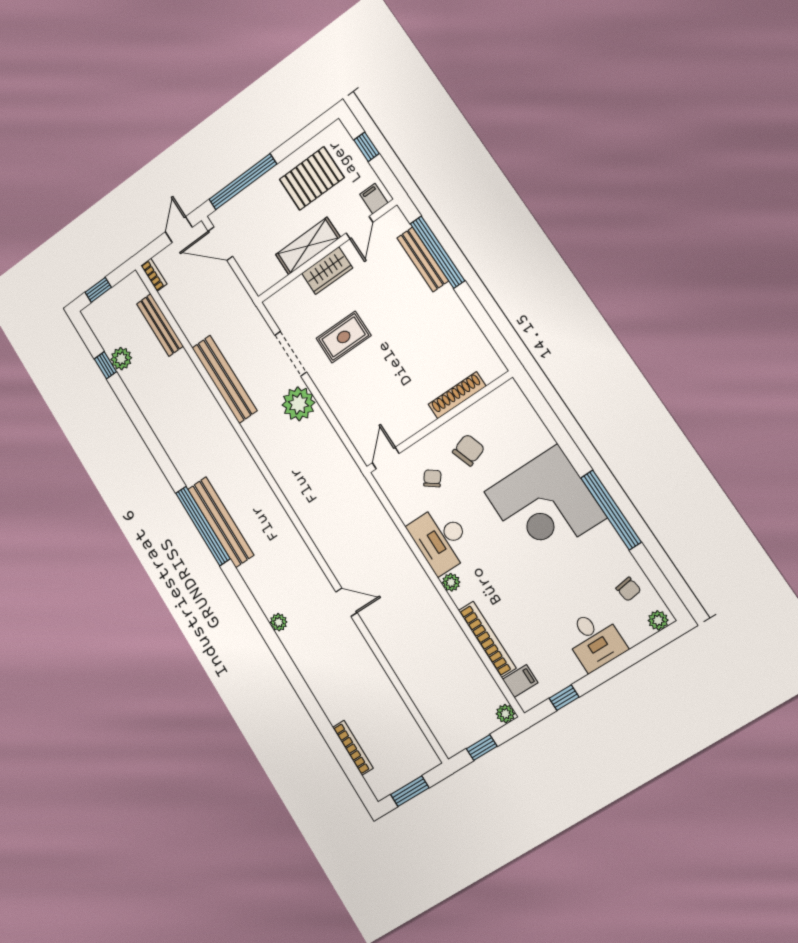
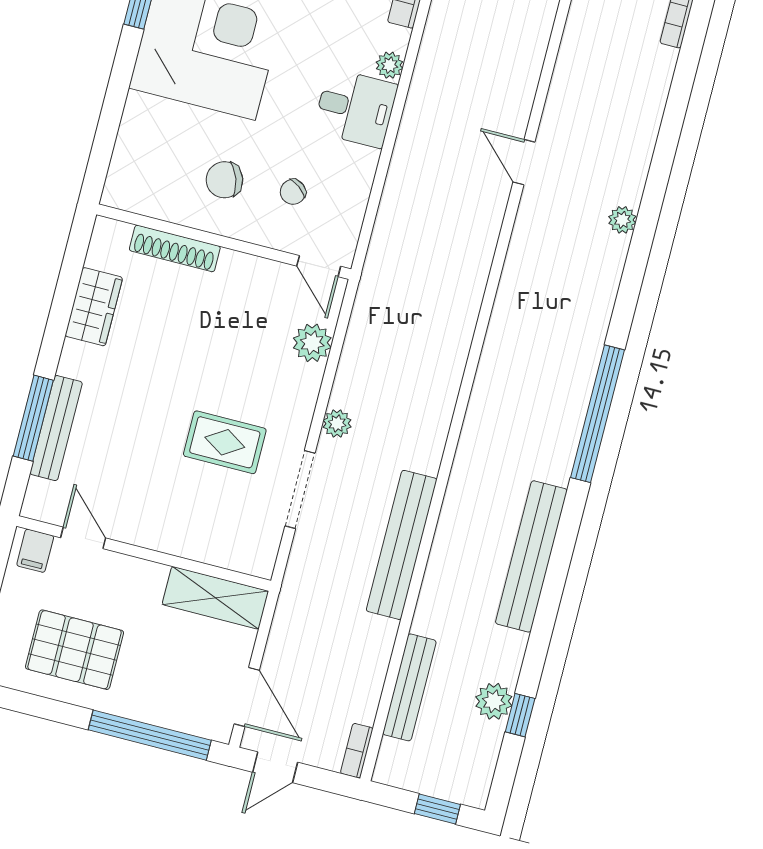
door: (359, 228) -> (83, 538), hinge flipped
shelving: (308, 246) -> (215, 598), moved
window: (437, 252) -> (33, 418), width x0.68
wardrobe: (327, 271) -> (94, 307), moved, turned 90
plant: (299, 404) -> (337, 423), width x0.53, depth x0.53
plant: (353, 422) -> (312, 343), added
door: (386, 458) -> (319, 266), hinge flipped
bench: (221, 522) -> (531, 556), moved
desk: (441, 539) -> (355, 108), width x0.73

